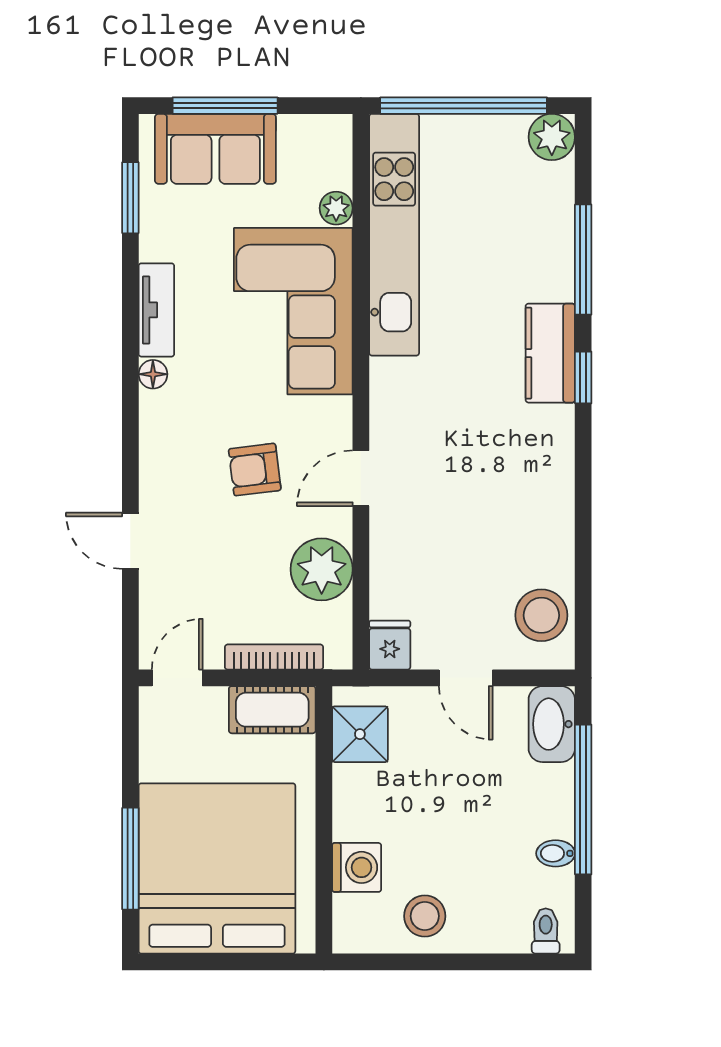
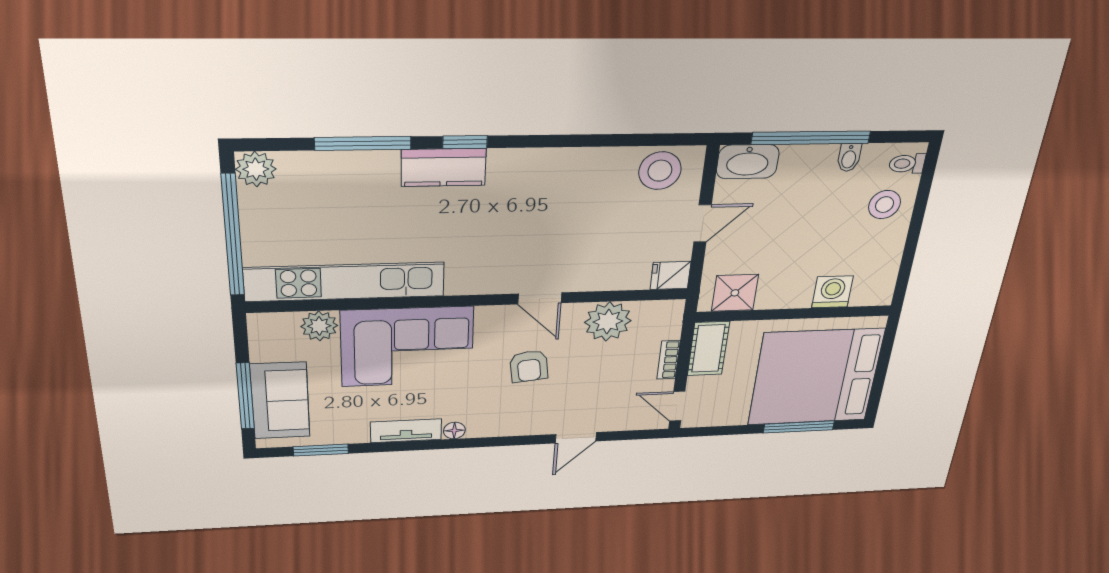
plant: (336, 208) -> (319, 326), width x1.38, depth x1.38
bookcase: (274, 657) -> (669, 360), width x0.64
stool: (425, 916) -> (885, 205), moved

